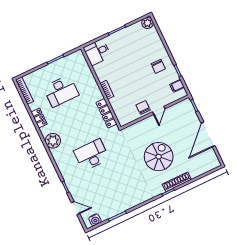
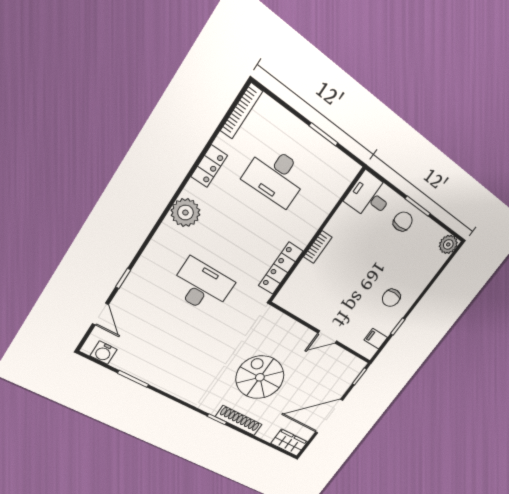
chair: (143, 108) -> (403, 222), moved
spiral stairs: (159, 157) -> (260, 377), turned -90
wardrobe: (210, 164) -> (289, 443), added

